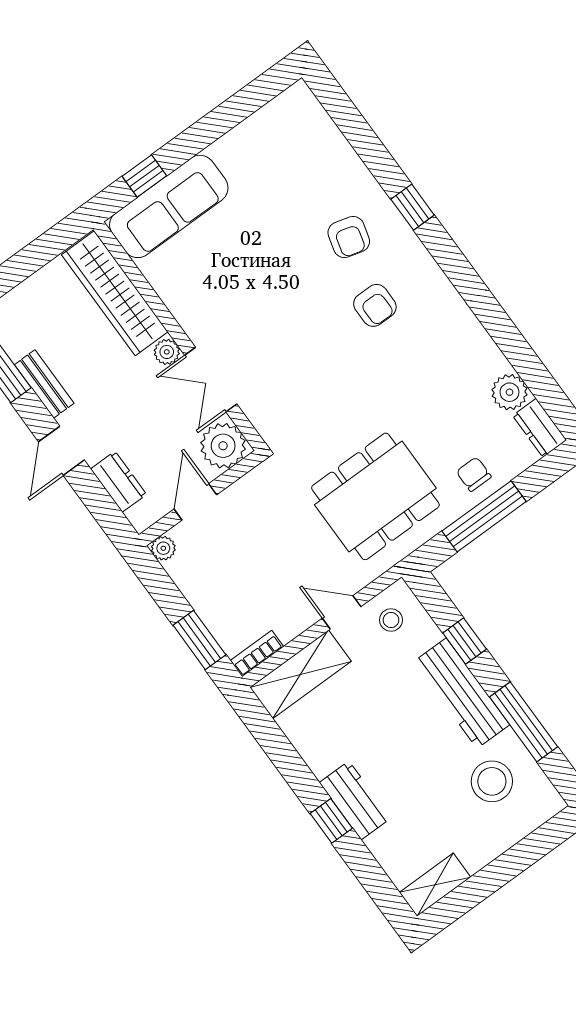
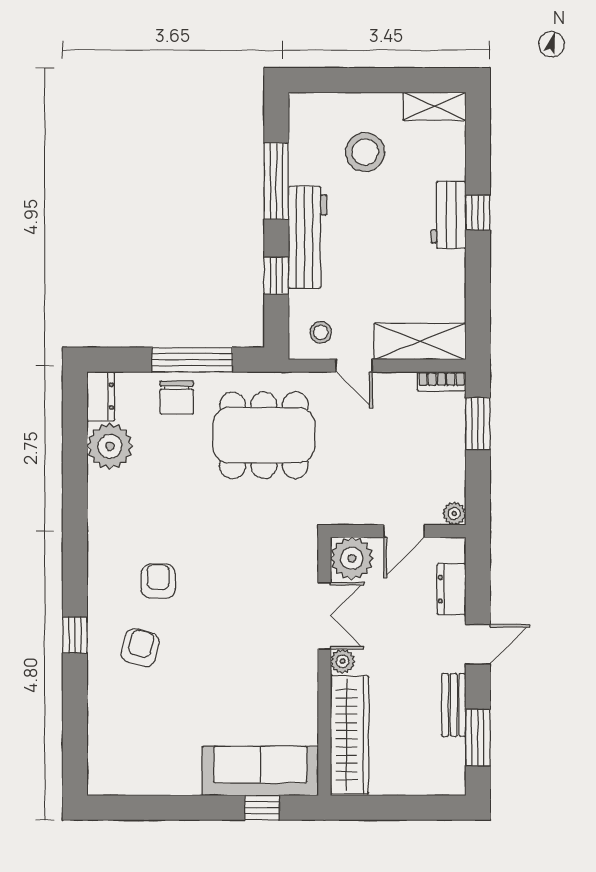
plant: (510, 392) -> (110, 446), width x1.36, depth x1.36
chair: (474, 474) -> (177, 398), width x1.37, depth x1.37
stool: (492, 781) -> (365, 152), moved

